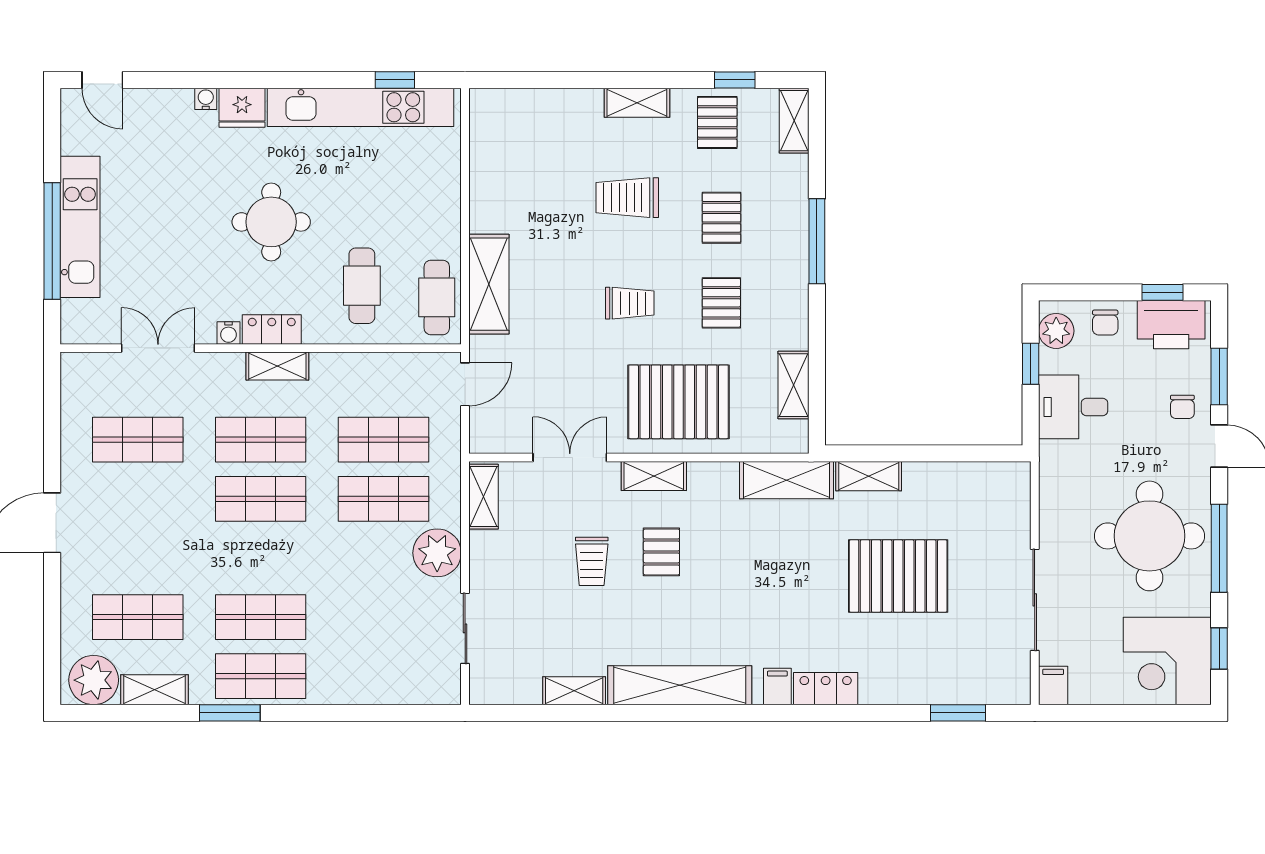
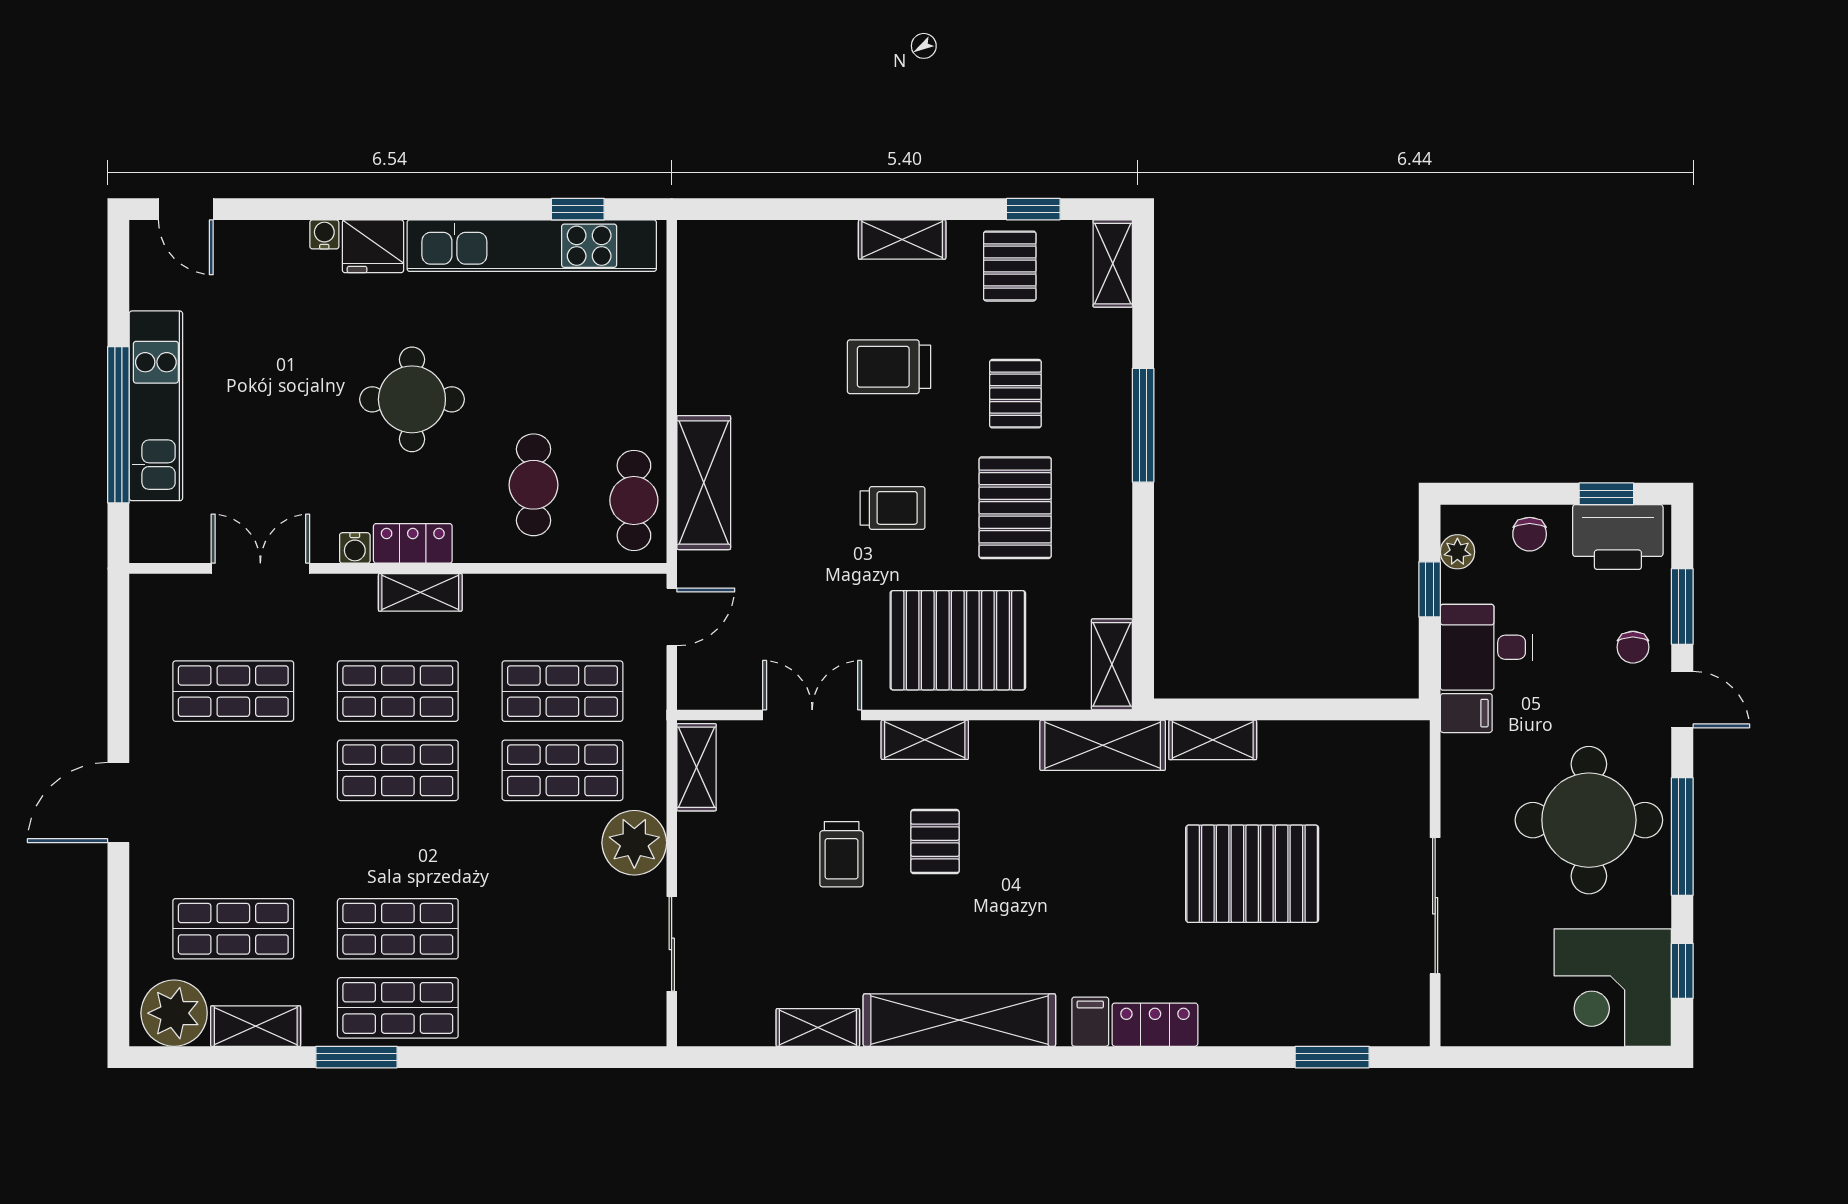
pallet: (721, 303) -> (1015, 508), width x1.50, depth x1.42
plant: (1056, 331) -> (1457, 552), width x0.73, depth x0.73
shelving: (794, 385) -> (1112, 664), moved
filing cabinet: (1053, 685) -> (1466, 713), moved, turned 90

